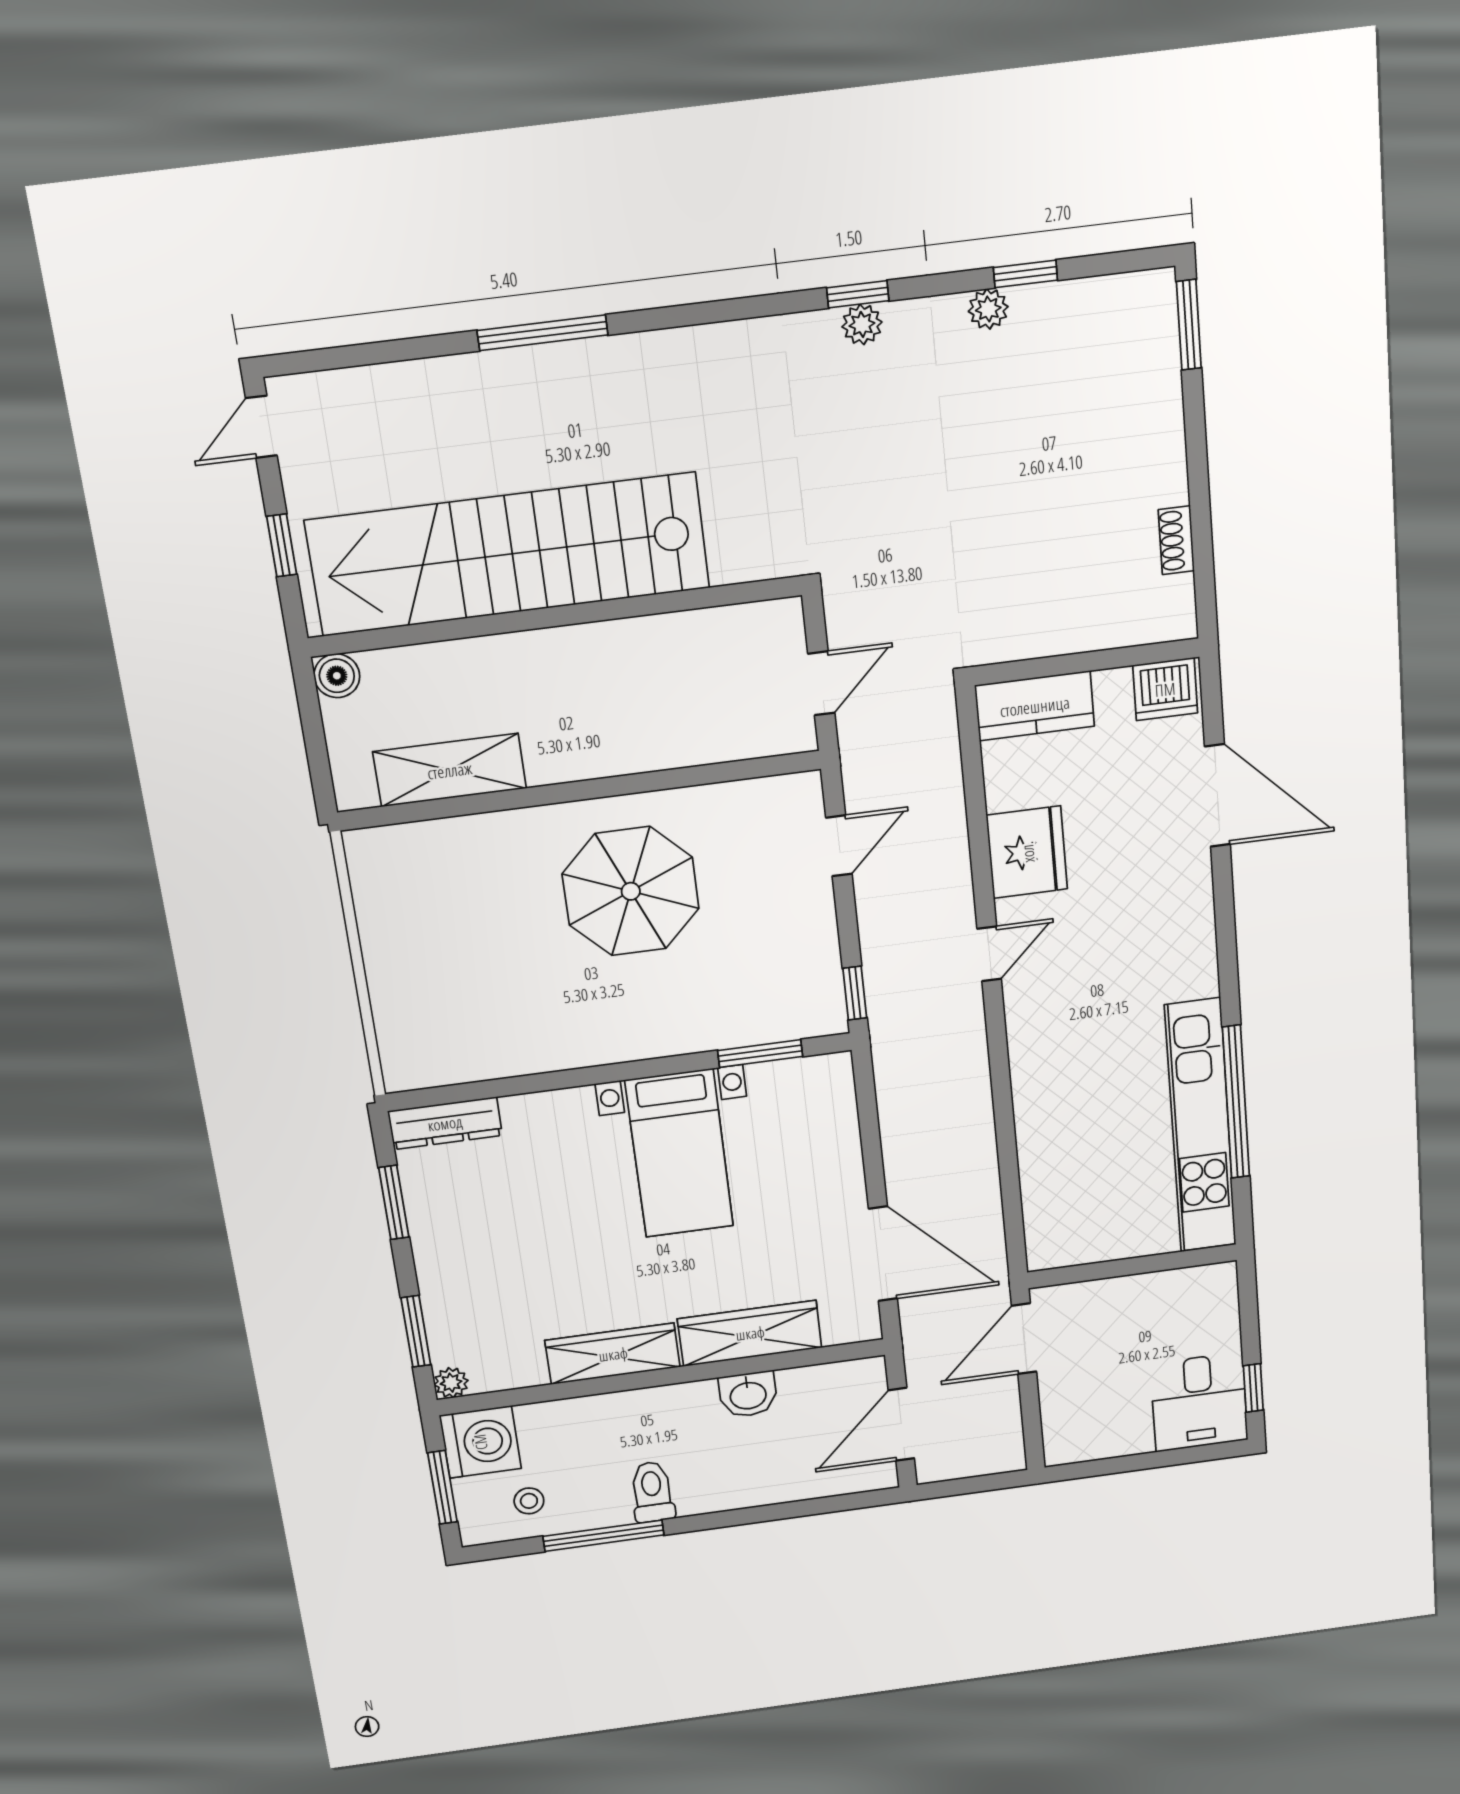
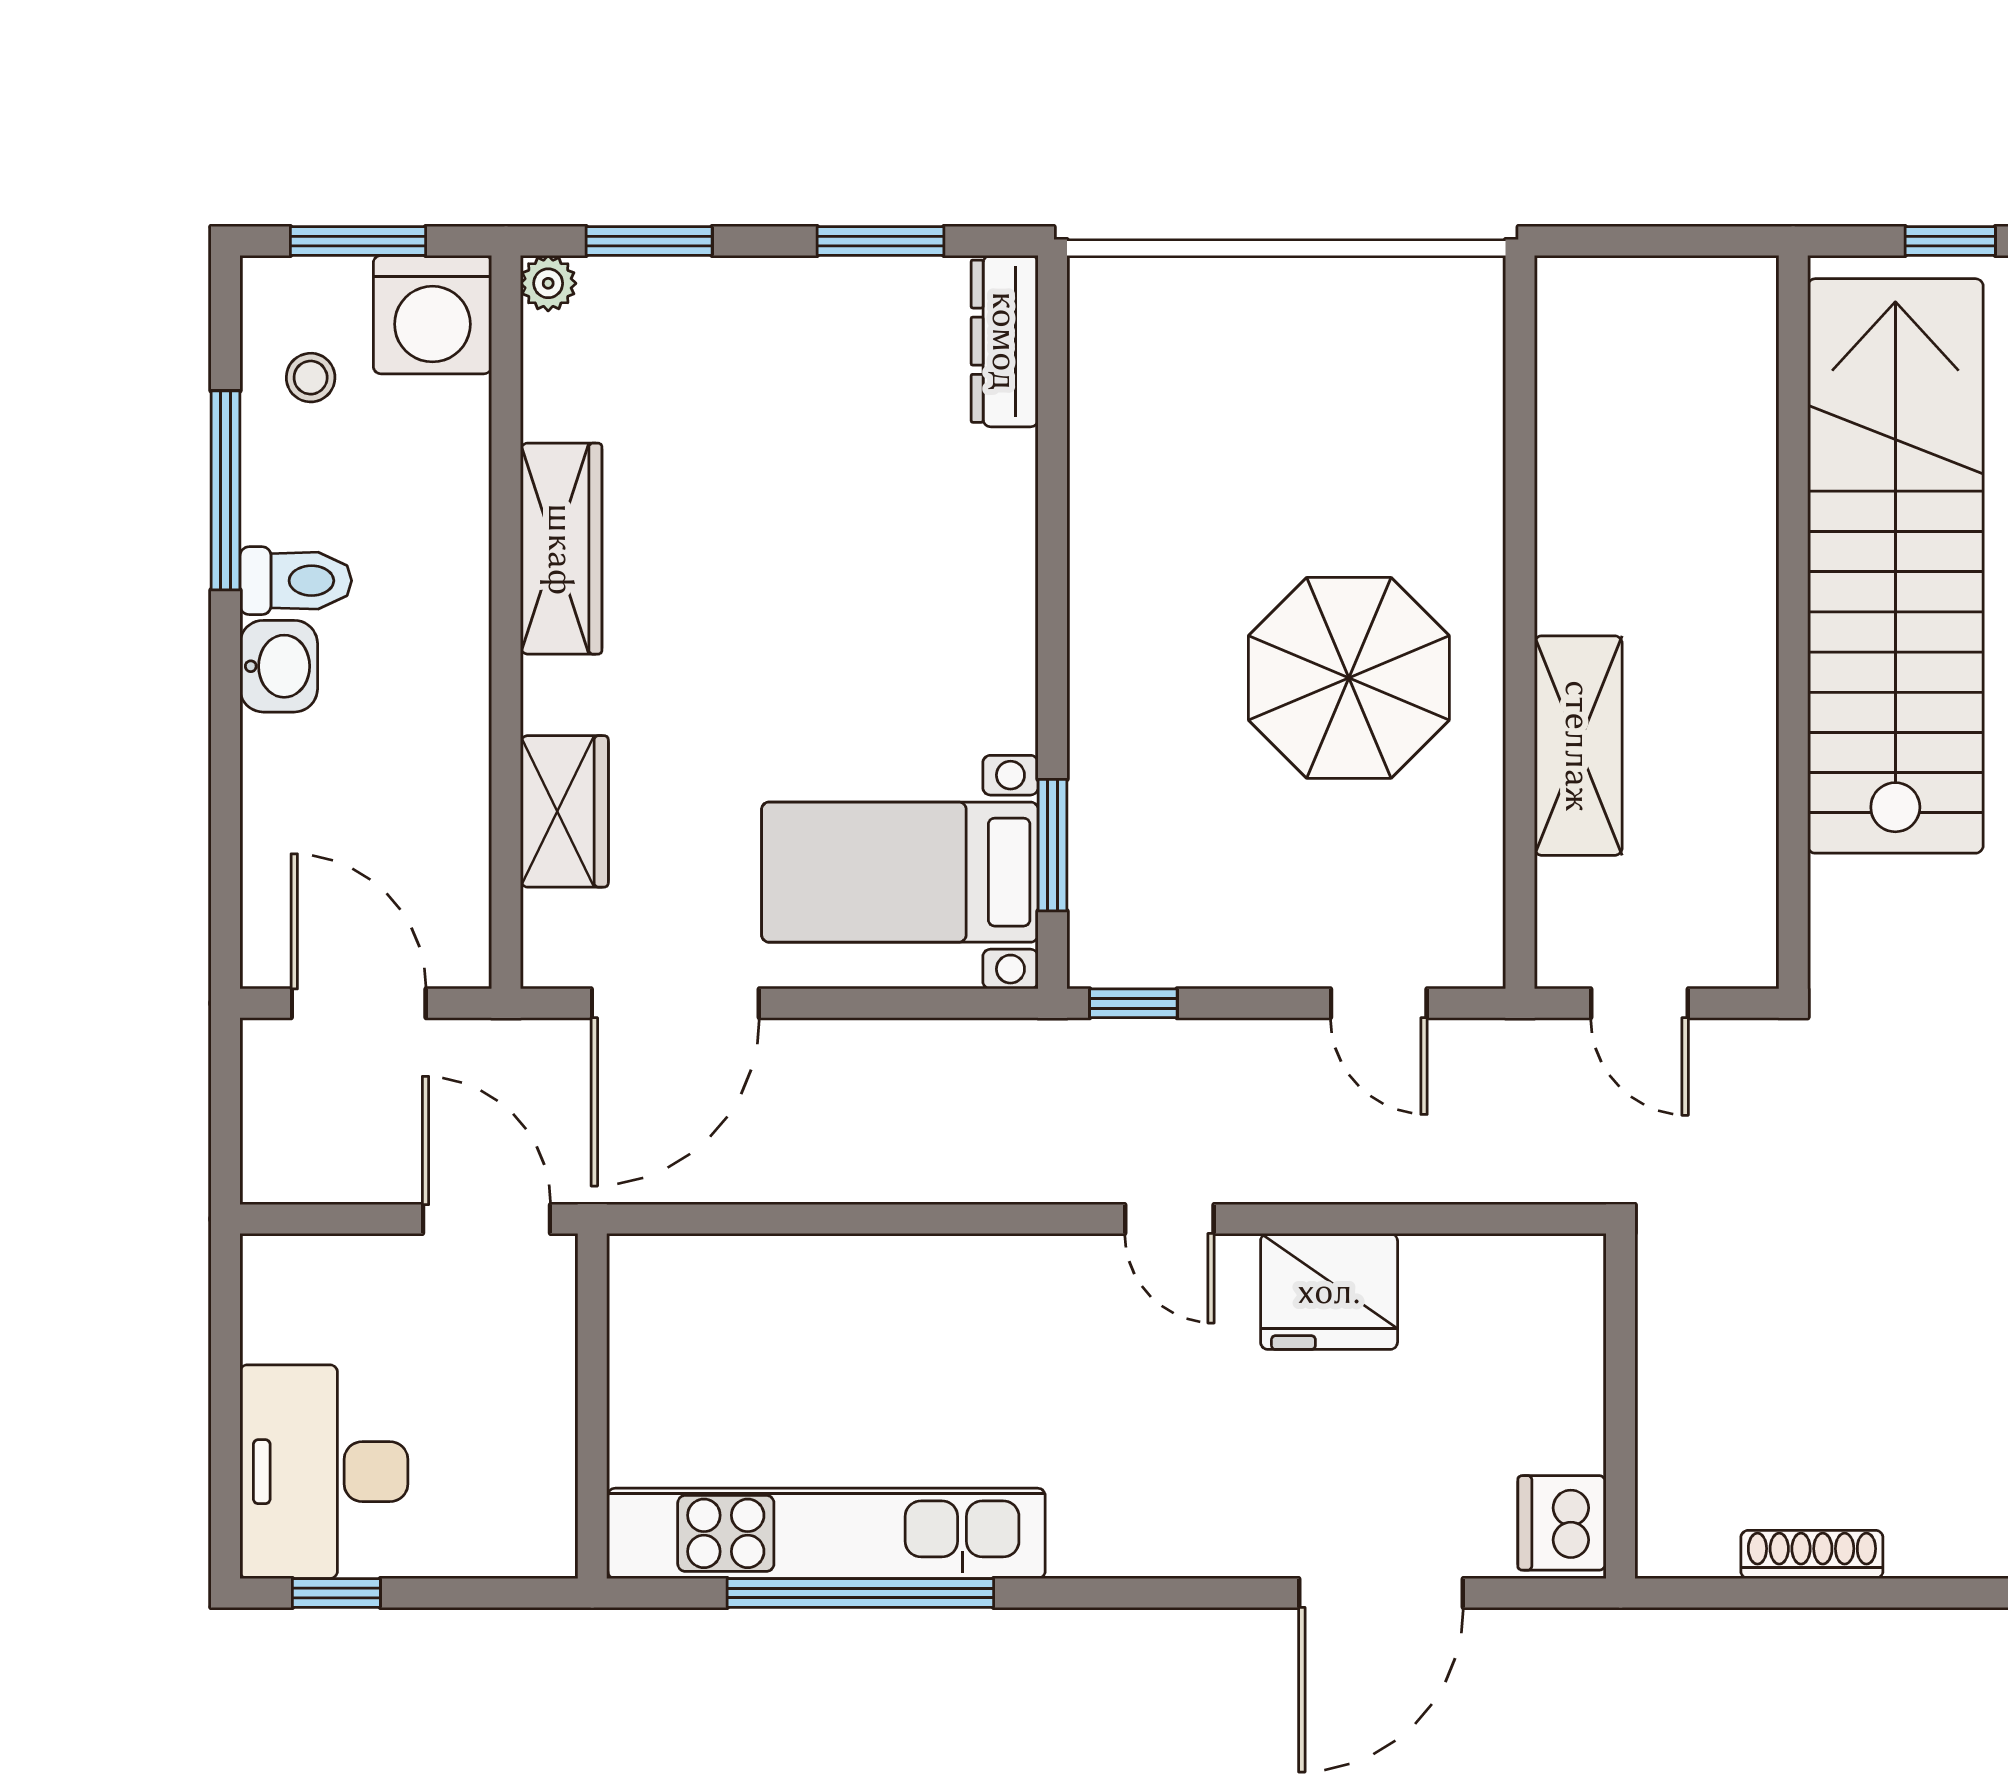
shoe rack: (1176, 540) -> (1812, 1554), width x1.43
boiler: (337, 676) -> (1745, 289), removed
kitchen counter: (1035, 706) -> (1562, 1322), removed
shelving: (450, 770) -> (1578, 746), moved
bed with nightstands: (679, 1153) -> (900, 872), moved
wardrobe: (750, 1333) -> (564, 811), width x0.67
washbasin: (748, 1394) -> (279, 666), moved, turned 180
desk: (1199, 1402) -> (324, 1472), width x1.37

